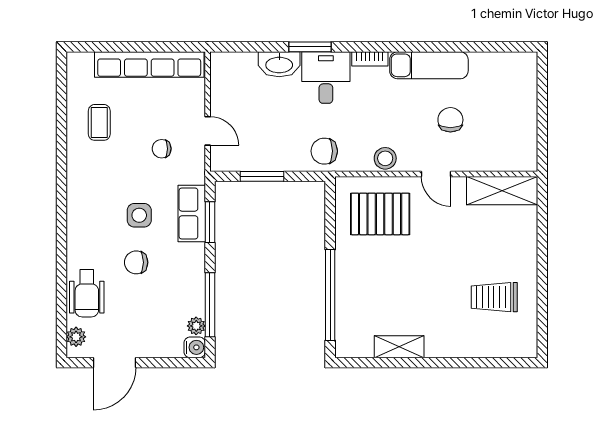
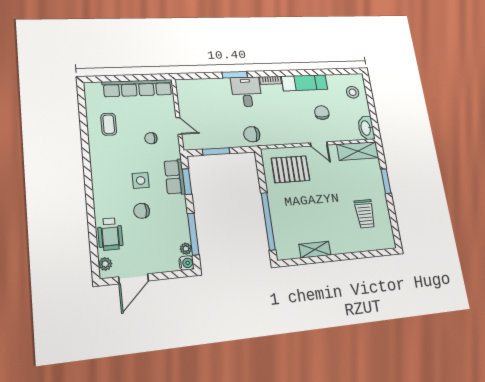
washbasin: (279, 64) -> (366, 128), moved, turned 90
stool: (385, 158) -> (353, 92), moved
window: (542, 246) -> (386, 181), added
trolley: (494, 297) -> (365, 214), turned -90

